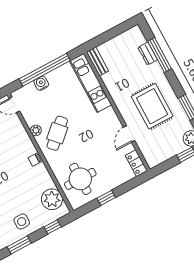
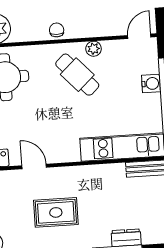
rug: (152, 106) -> (56, 212), width x0.73, depth x0.70

